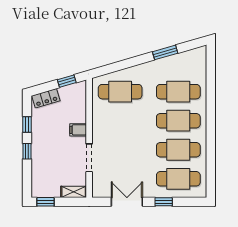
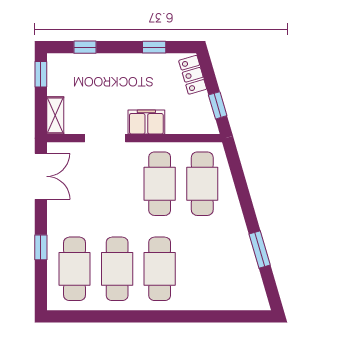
cafe table: (178, 92) -> (160, 184), moved
filing cabinet: (78, 130) -> (146, 122), width x2.00
window: (27, 151) -> (85, 47), moved
double door: (127, 202) -> (41, 176), moved

